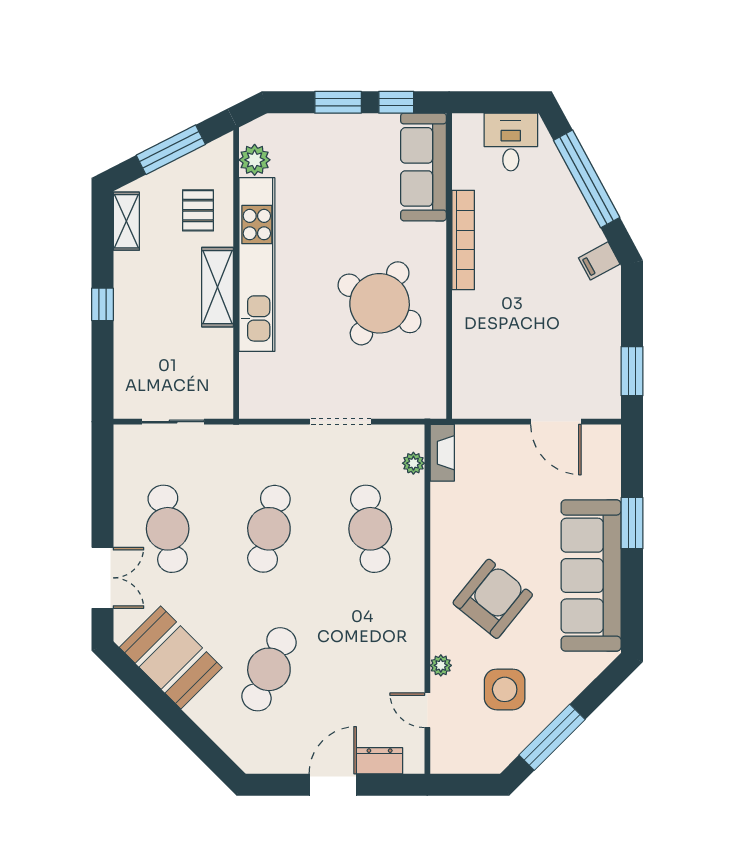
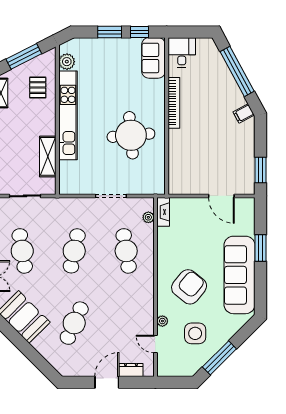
desk: (511, 142) -> (182, 52), moved
sofa: (424, 167) -> (153, 58), width x0.73
shelving: (218, 287) -> (48, 156), moved
round table: (380, 303) -> (131, 135), turned -36

